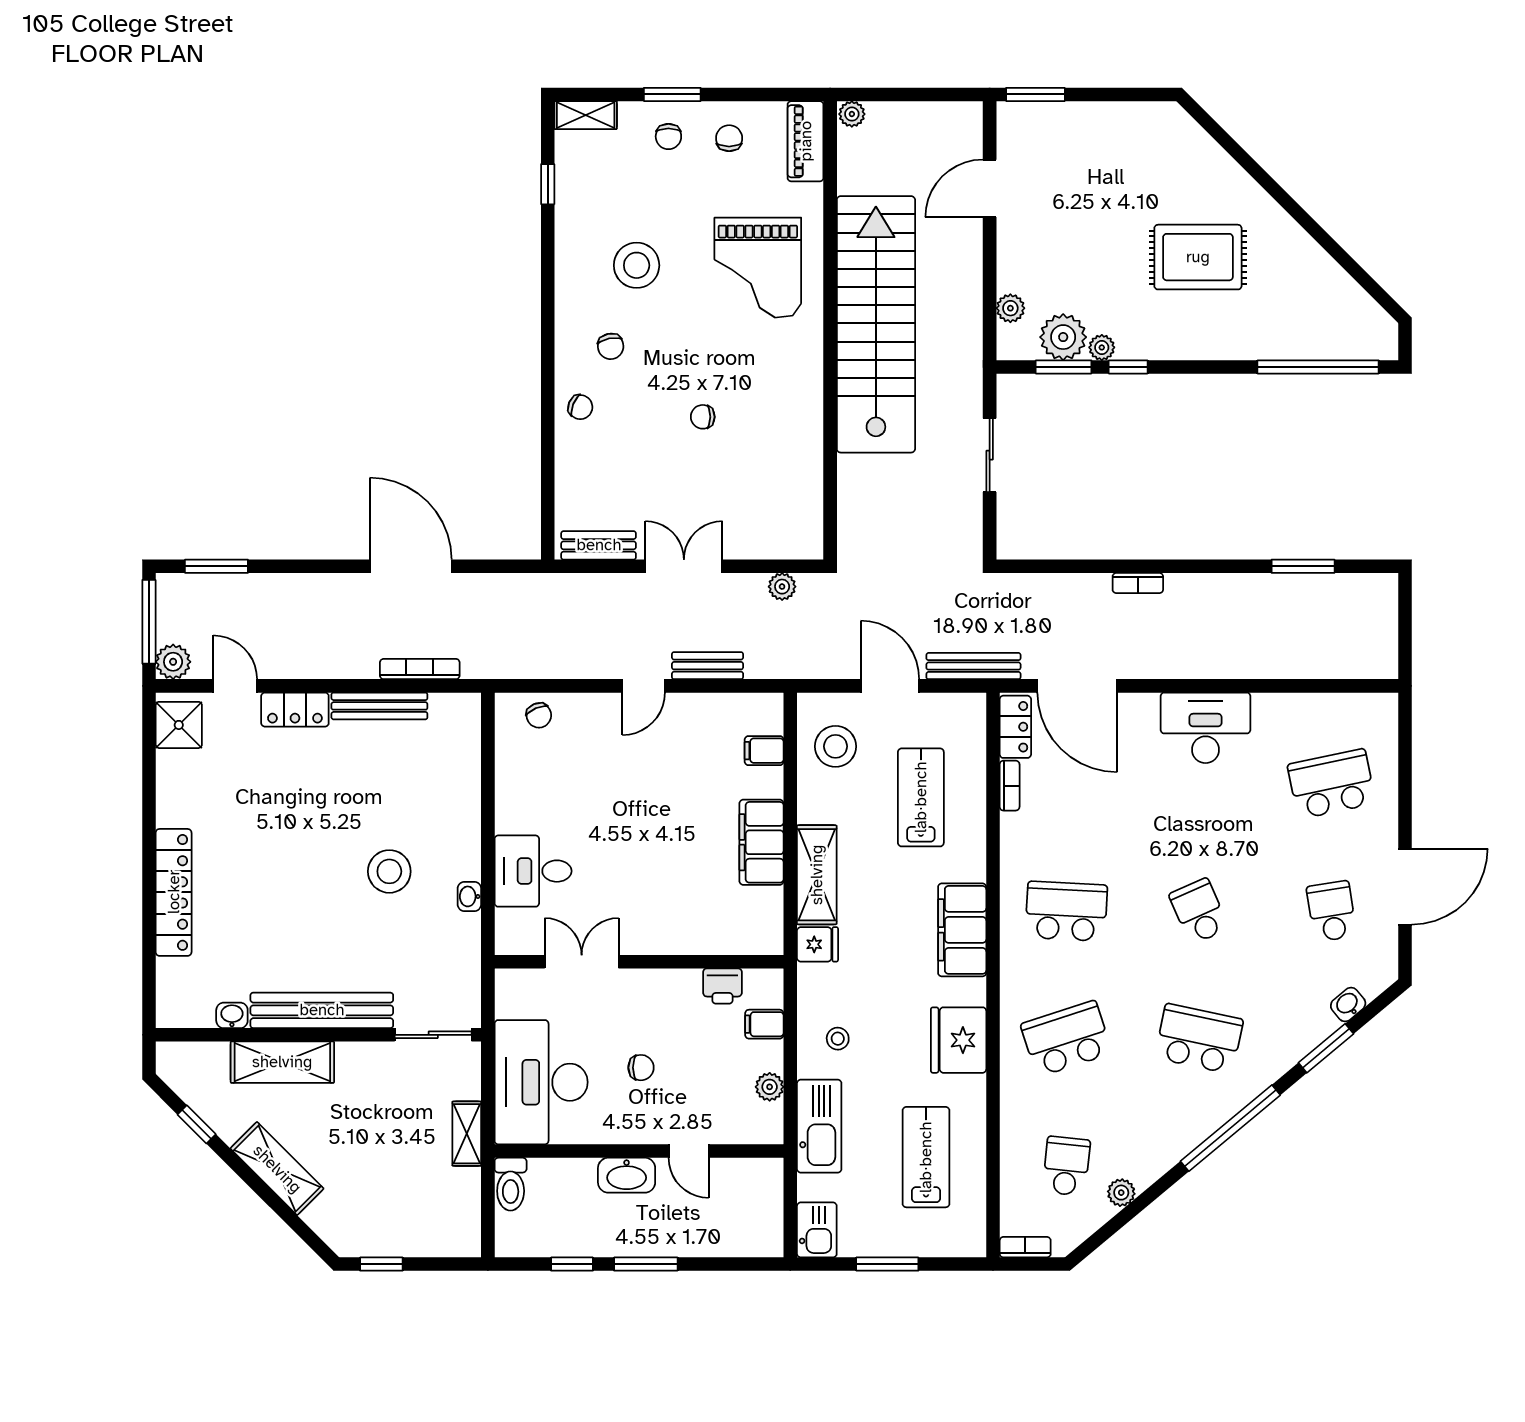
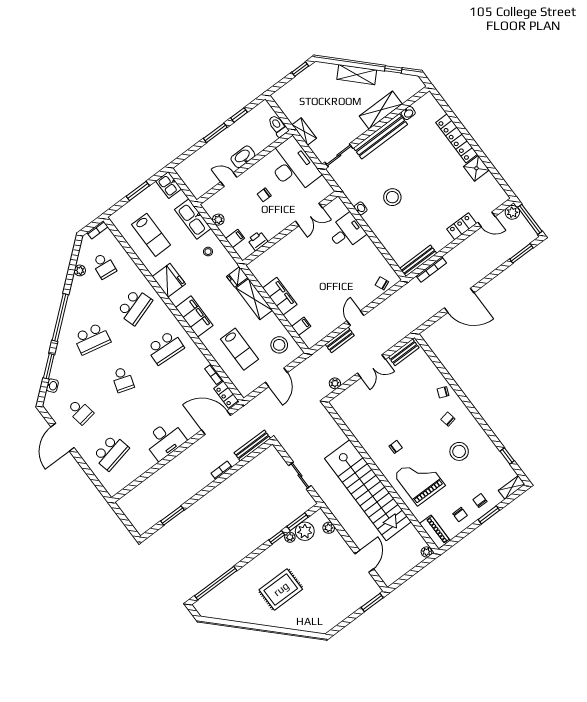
chair: (703, 417) -> (396, 447), moved
bench: (973, 666) -> (252, 446), moved
door: (890, 686) -> (276, 377), hinge flipped
bench: (379, 706) -> (418, 261), moved
shower: (179, 725) -> (476, 168), moved
school desk: (1199, 911) -> (123, 380), turned 42

